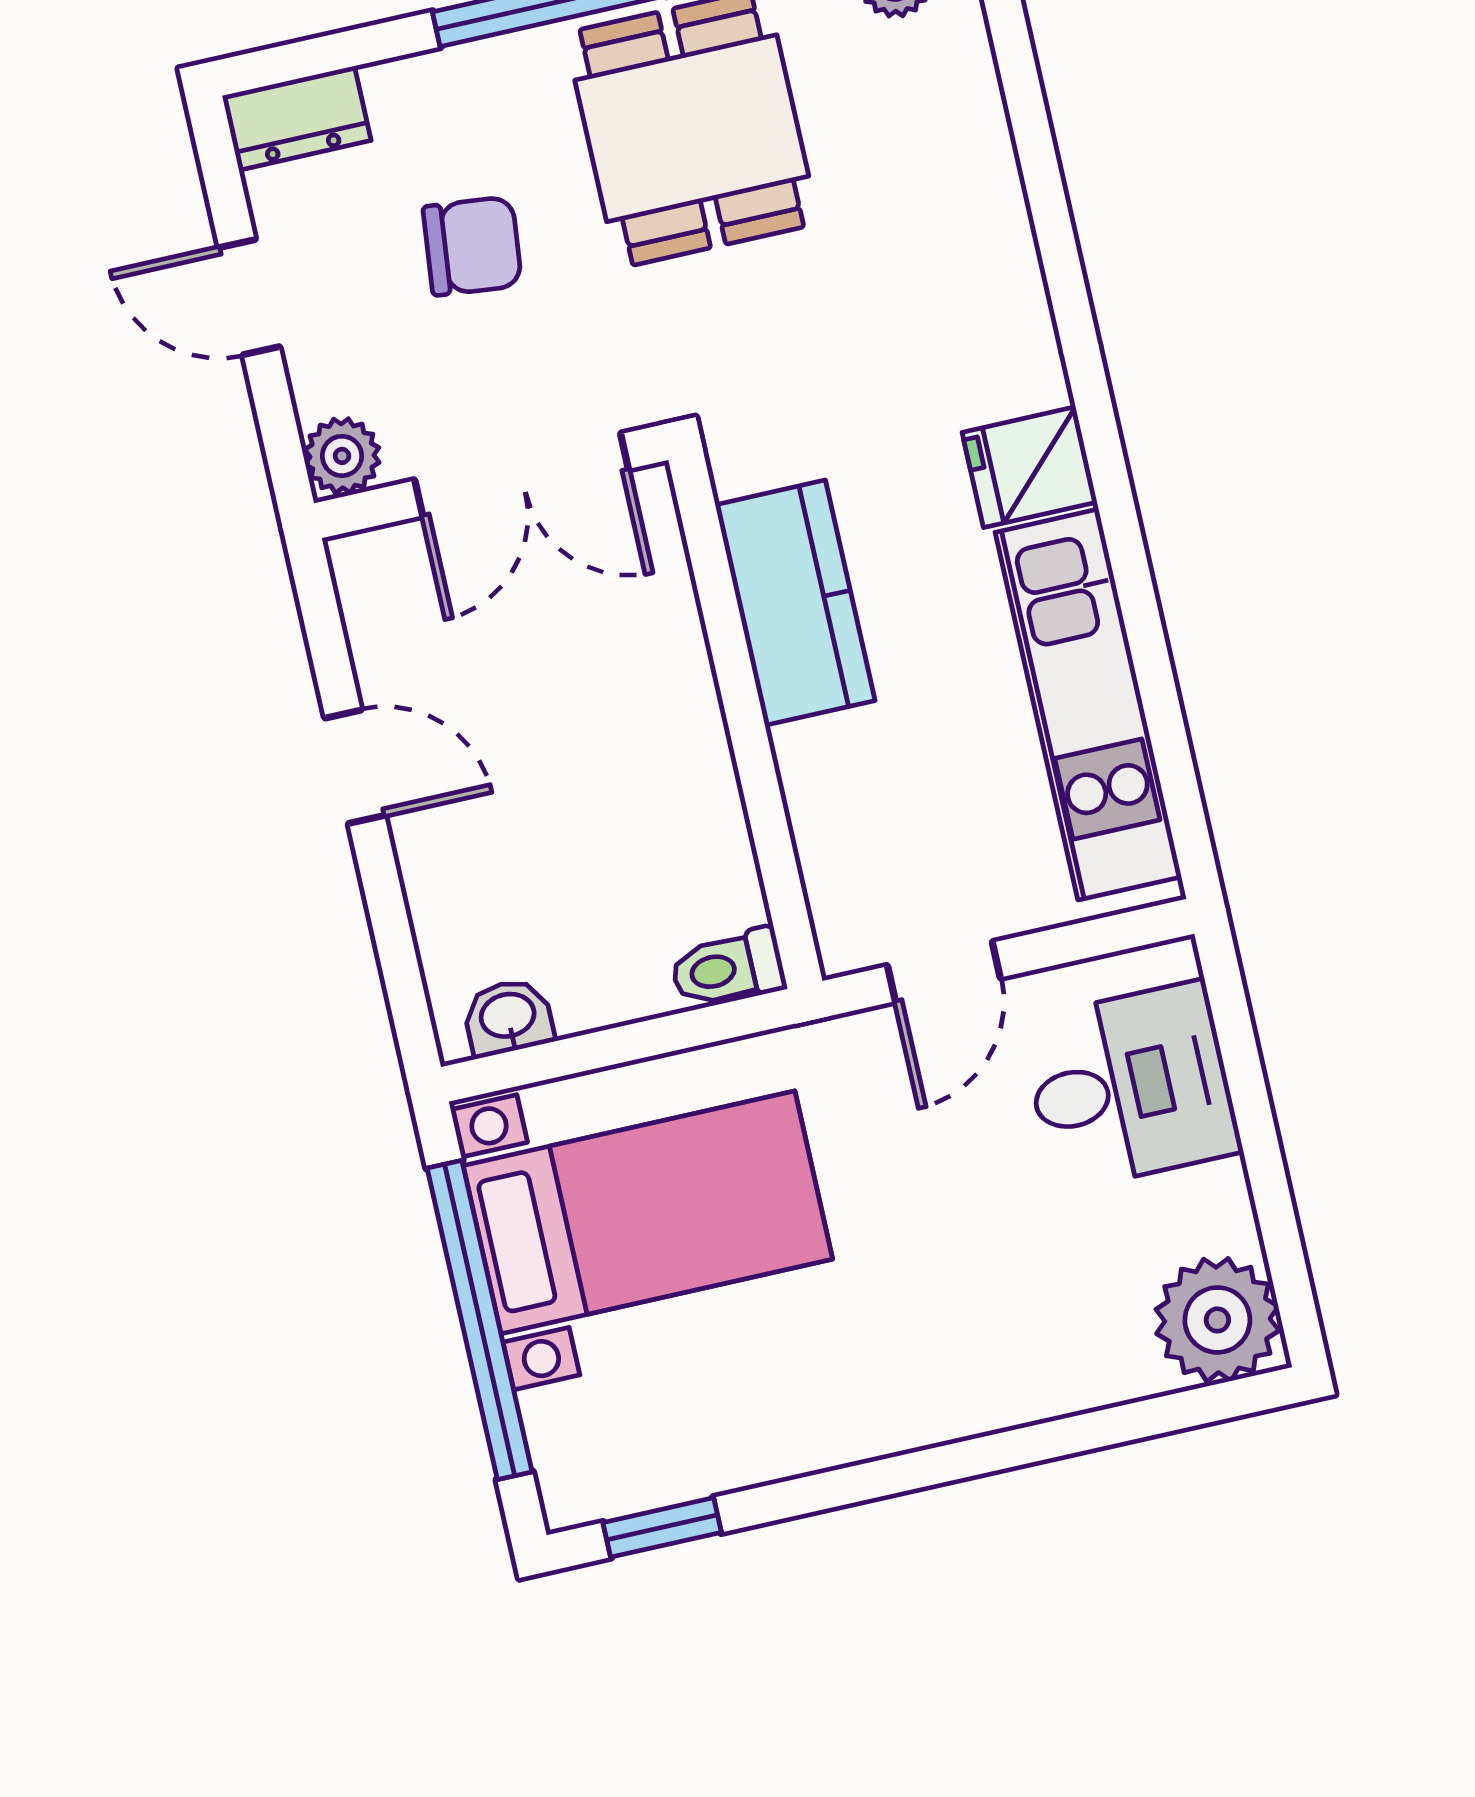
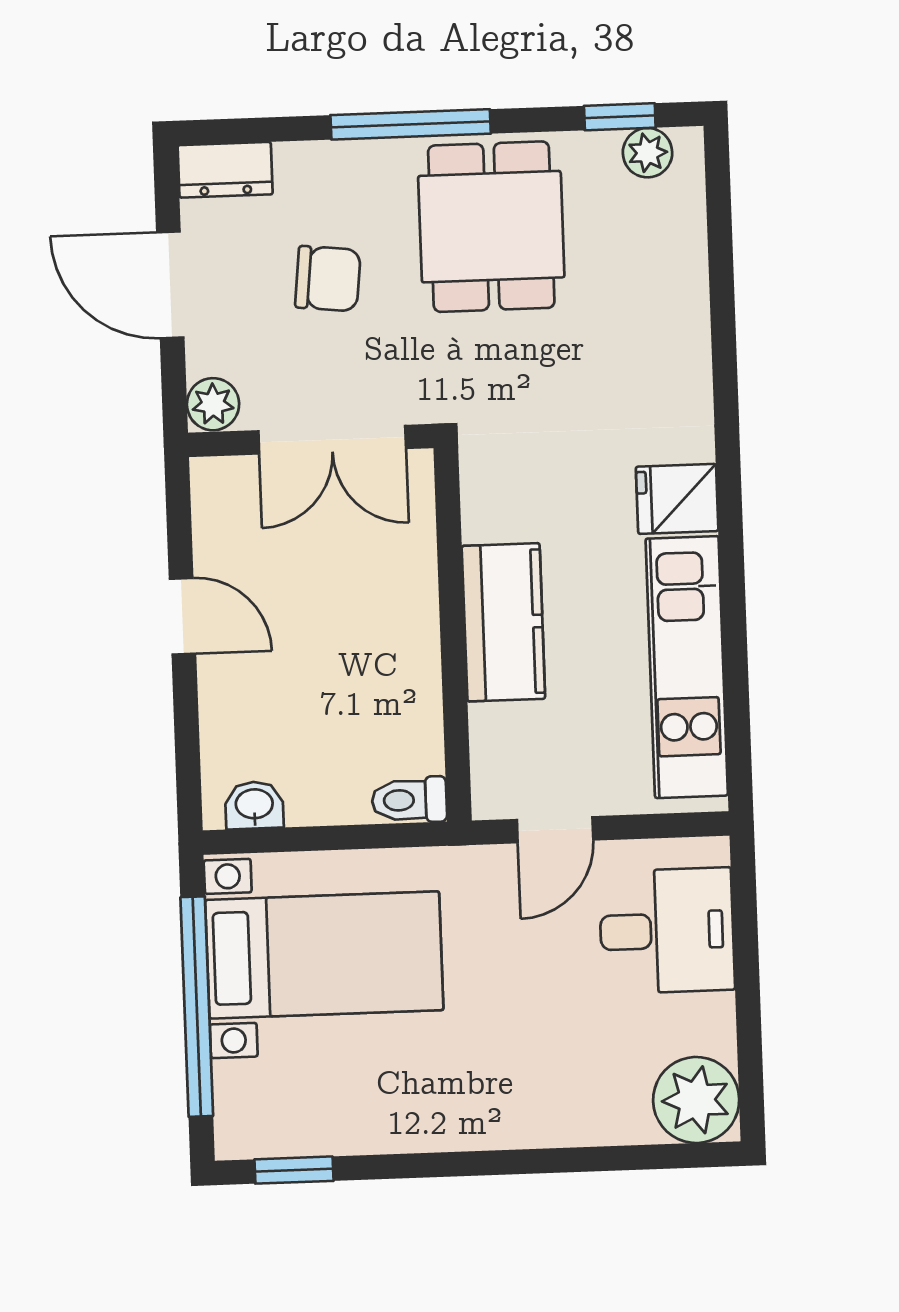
door: (249, 297) -> (170, 285), width x1.38
kitchen counter: (795, 603) -> (503, 622), moved

